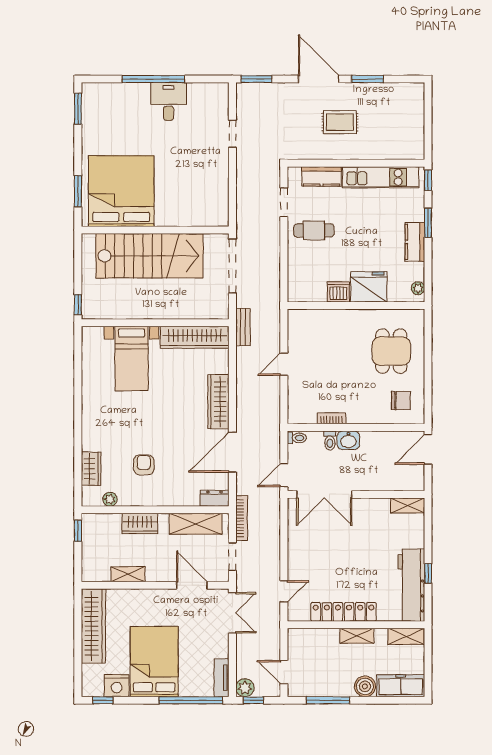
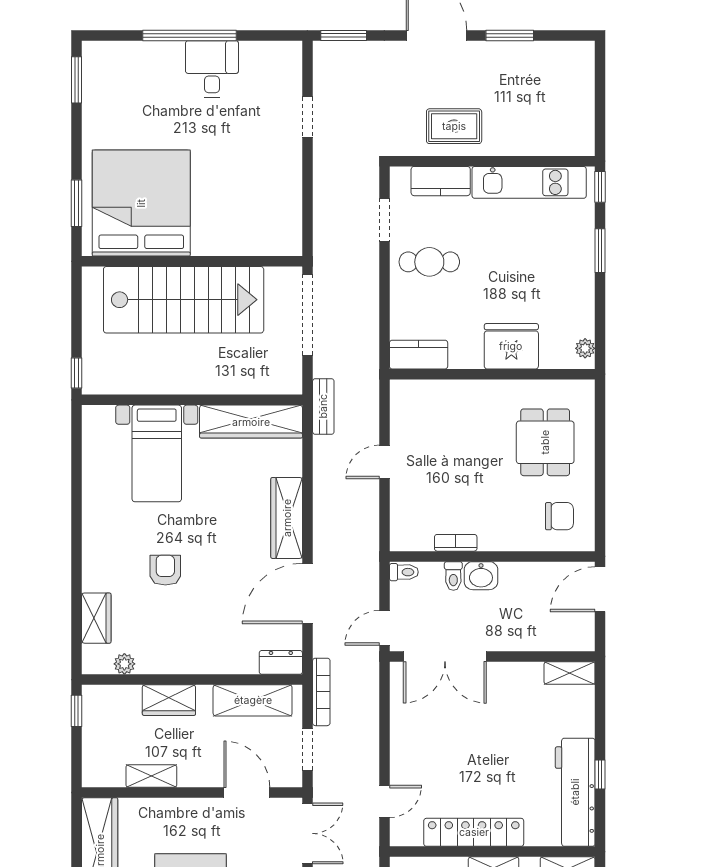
rug: (340, 122) -> (454, 126), moved
kitchen counter: (415, 242) -> (419, 355), moved, turned 90
dishwasher: (338, 292) -> (466, 354), removed
armchair: (144, 465) -> (165, 570), moved

